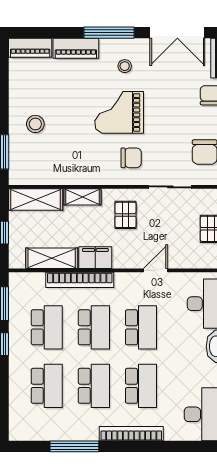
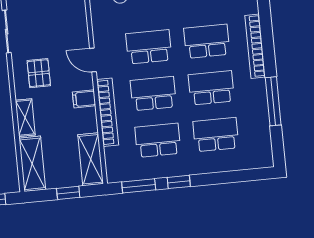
pallet: (126, 215) -> (39, 73), turned 90
shelving: (52, 258) -> (91, 159), moved
filing cabinet: (95, 258) -> (84, 99), width x0.50
door: (156, 270) -> (93, 60), moved

